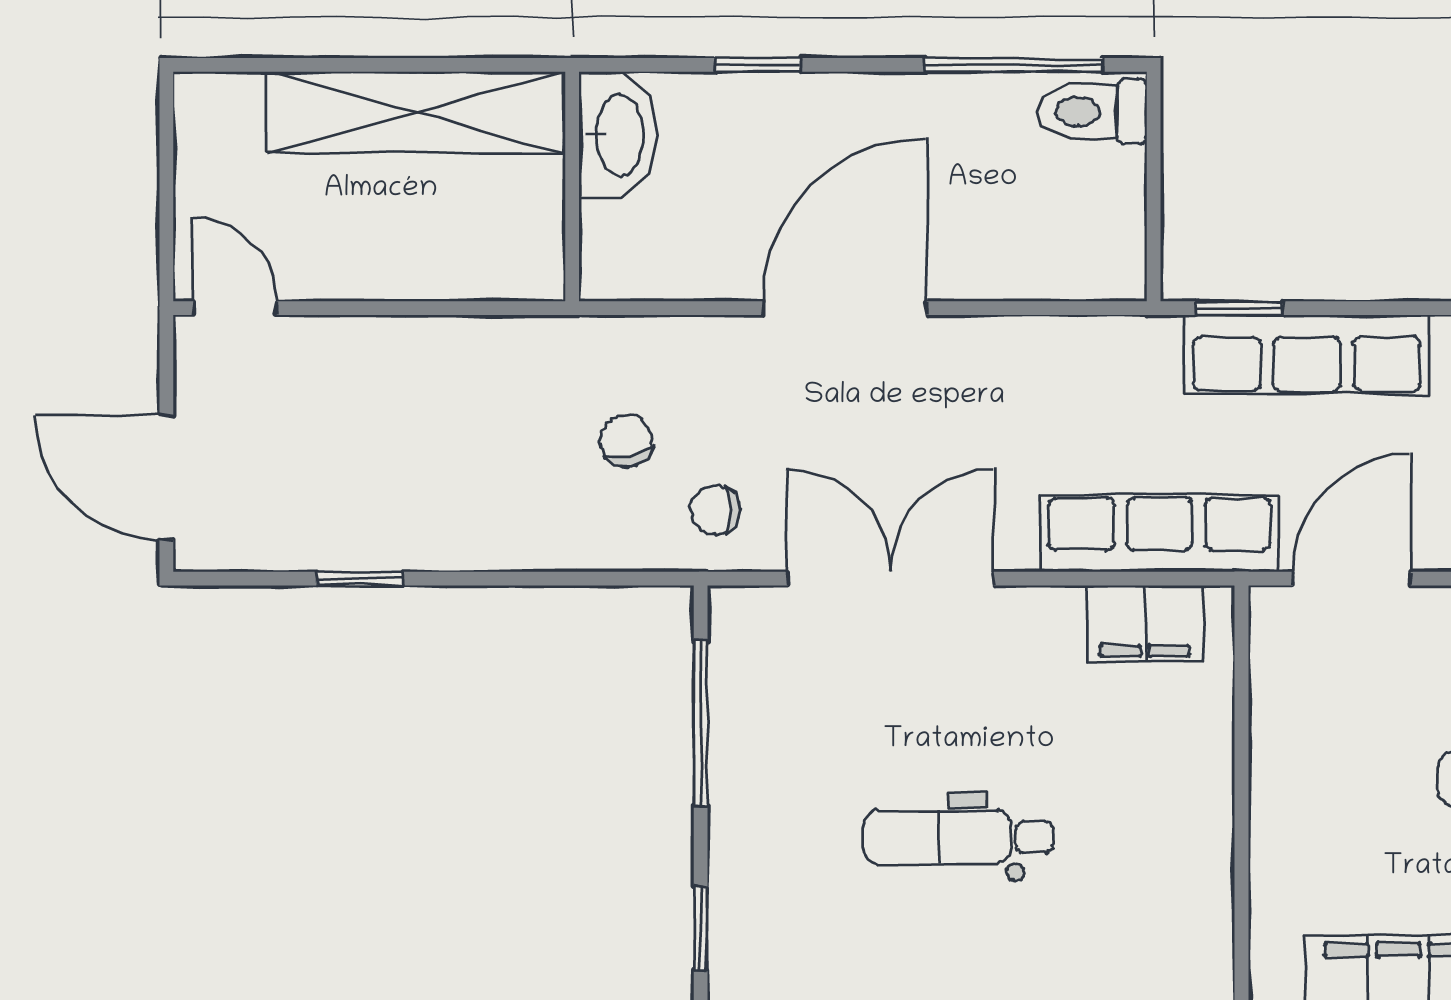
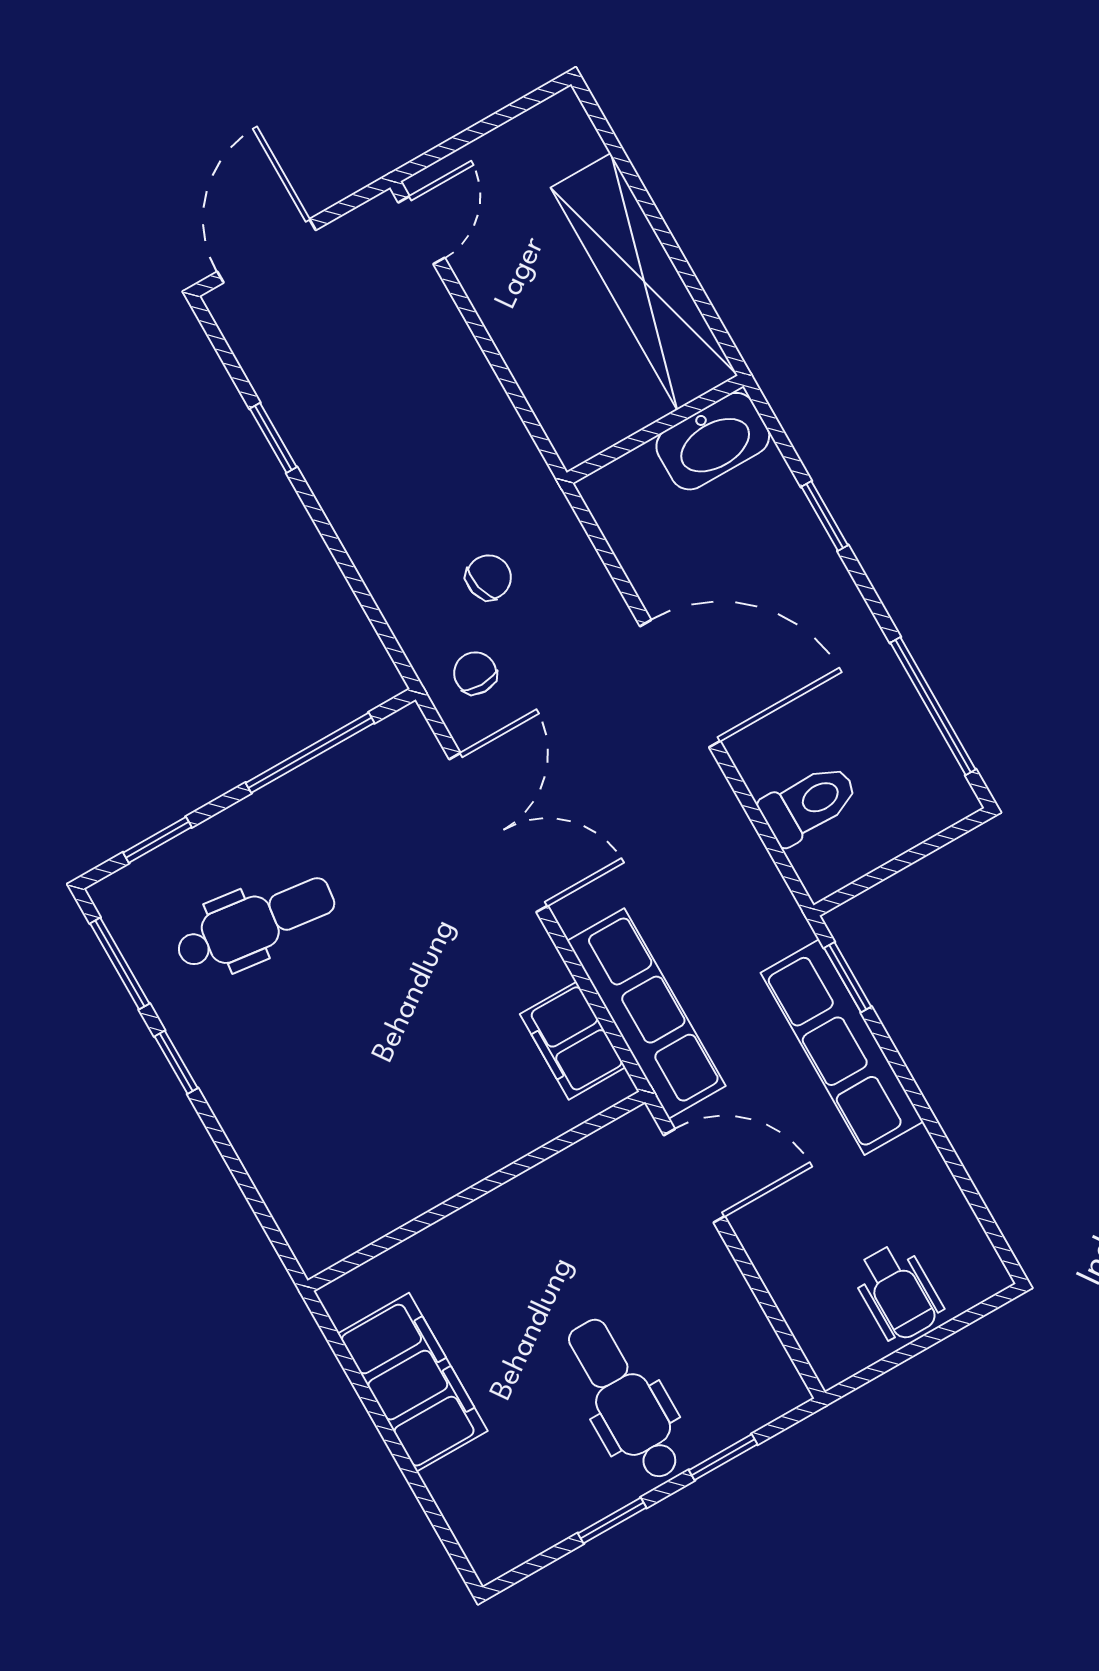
toilet: (1092, 112) -> (809, 804), moved, turned 90
dental chair: (958, 837) -> (255, 923), moved, turned 97

